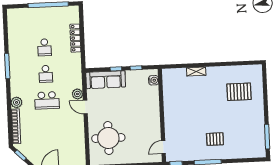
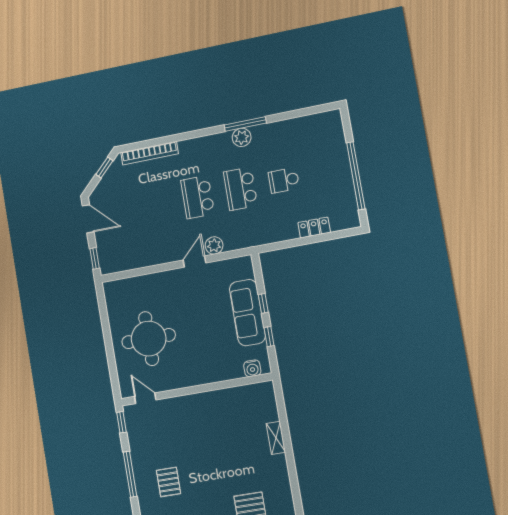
locker: (75, 38) -> (314, 228), width x0.66
school desk: (46, 74) -> (240, 189), width x1.85
sofa: (106, 80) -> (247, 313), moved
plant: (17, 102) -> (242, 137), moved
round table: (108, 138) -> (149, 339), moved

